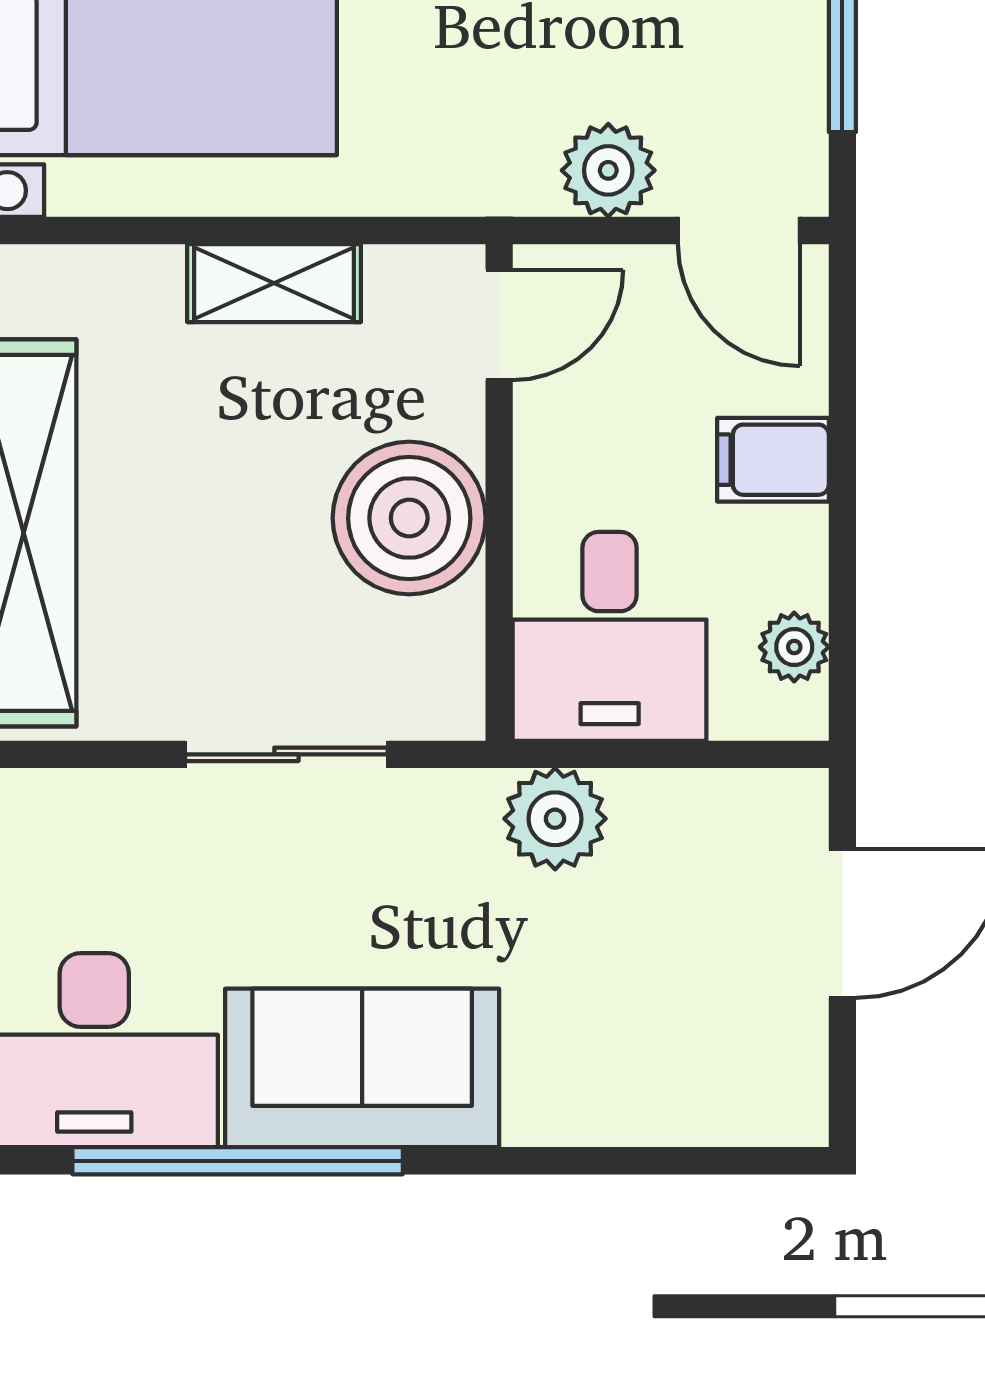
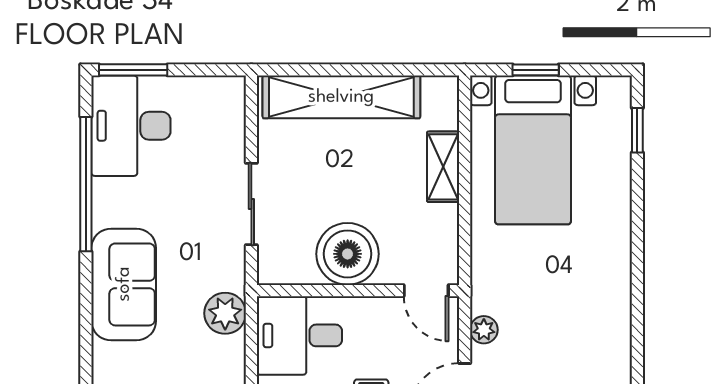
plant: (608, 170) -> (484, 330), width x0.73, depth x0.73
shelving: (274, 283) -> (443, 167), moved
sofa: (362, 1068) -> (124, 284), moved

